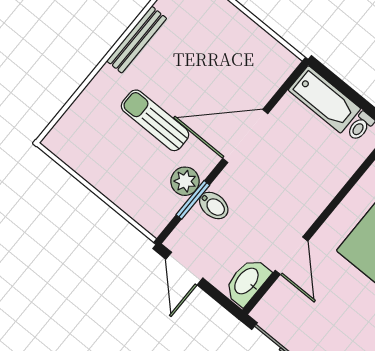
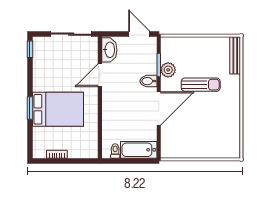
bench: (137, 40) -> (235, 55), moved
bidet: (214, 205) -> (148, 81), moved
door: (292, 256) -> (100, 75), hinge flipped

